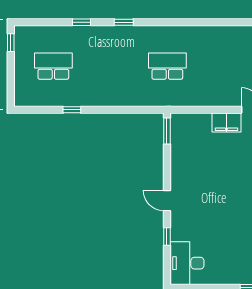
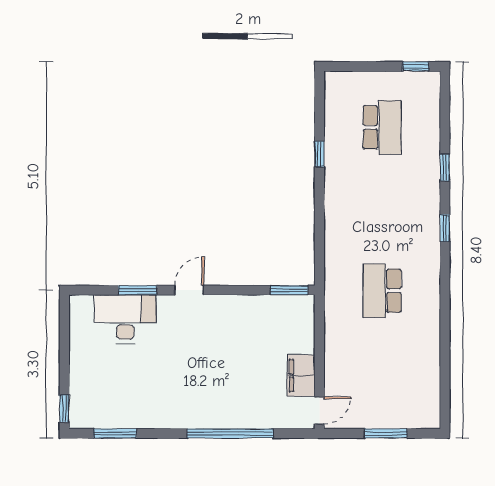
school desk: (167, 66) -> (382, 291), turned 180
window: (167, 237) -> (138, 290), width x1.50
desk: (187, 263) -> (125, 319), moved

